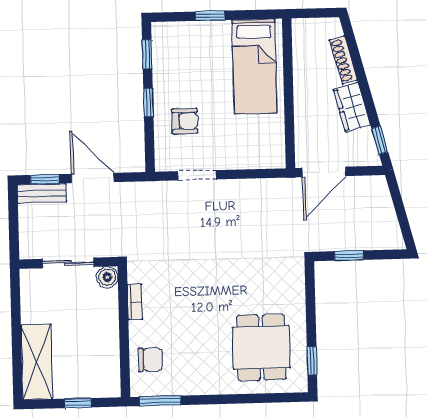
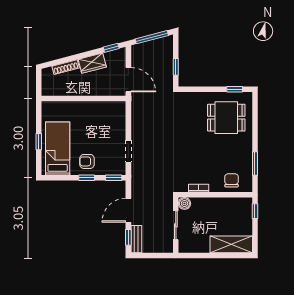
window: (147, 54) -> (114, 178), moved
bed: (255, 67) -> (58, 148), moved, turned -90
armchair: (185, 121) -> (87, 161), moved, turned -90
window: (400, 211) -> (152, 37), added
window: (160, 401) -> (255, 164), moved
window: (78, 403) -> (255, 211), moved

